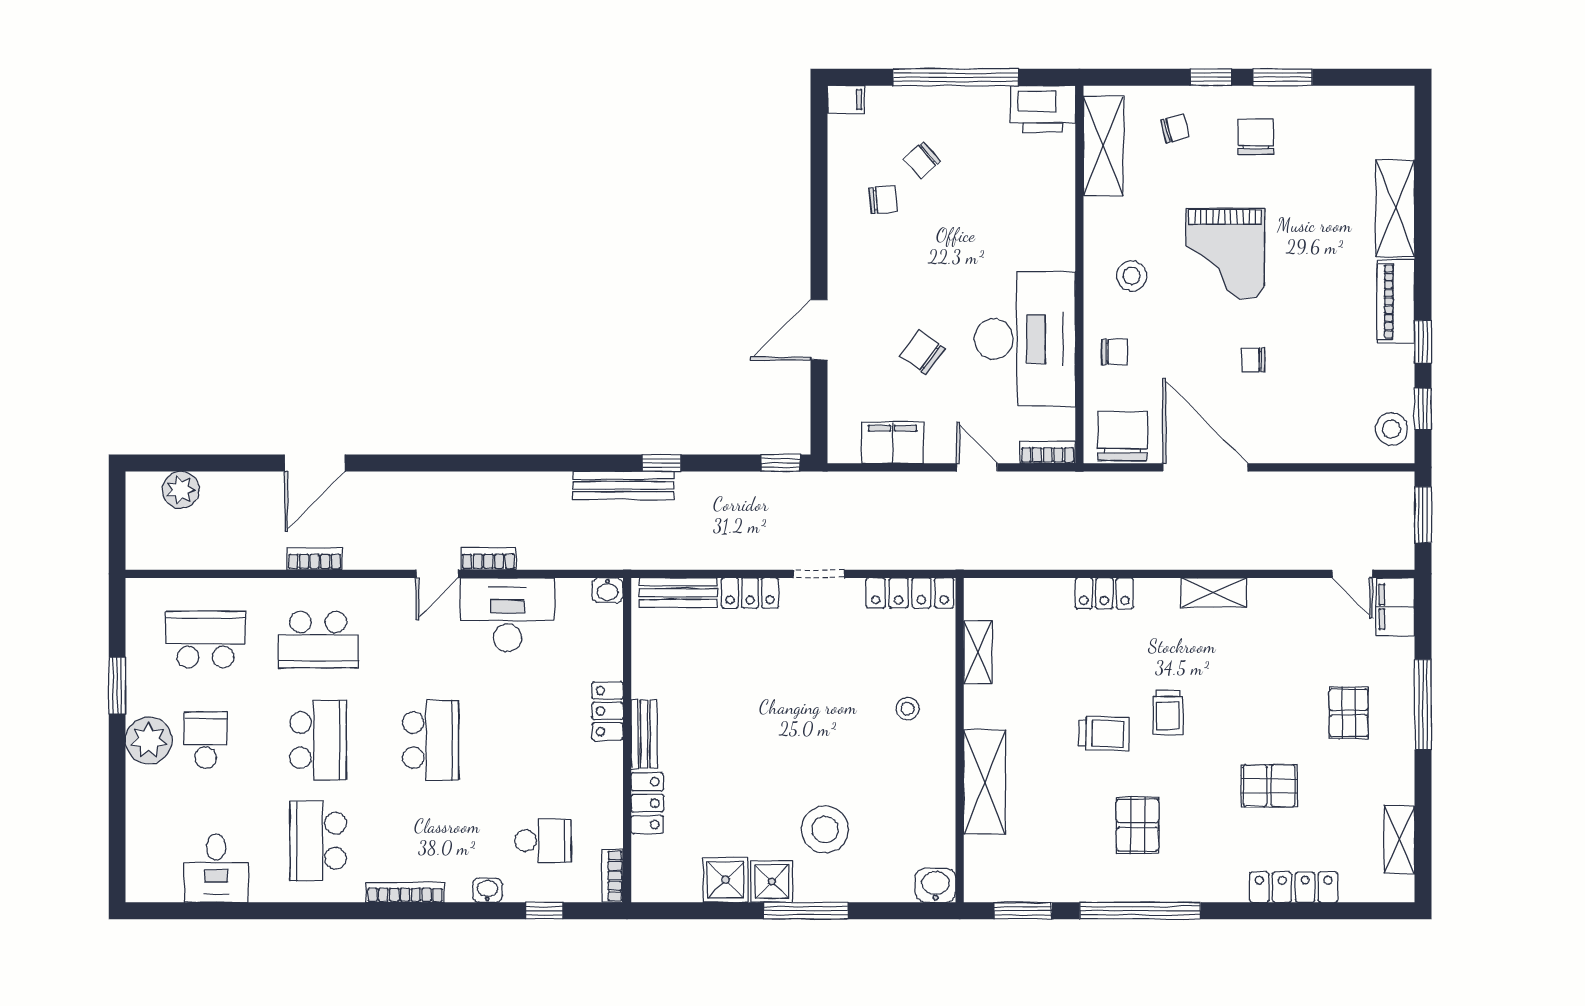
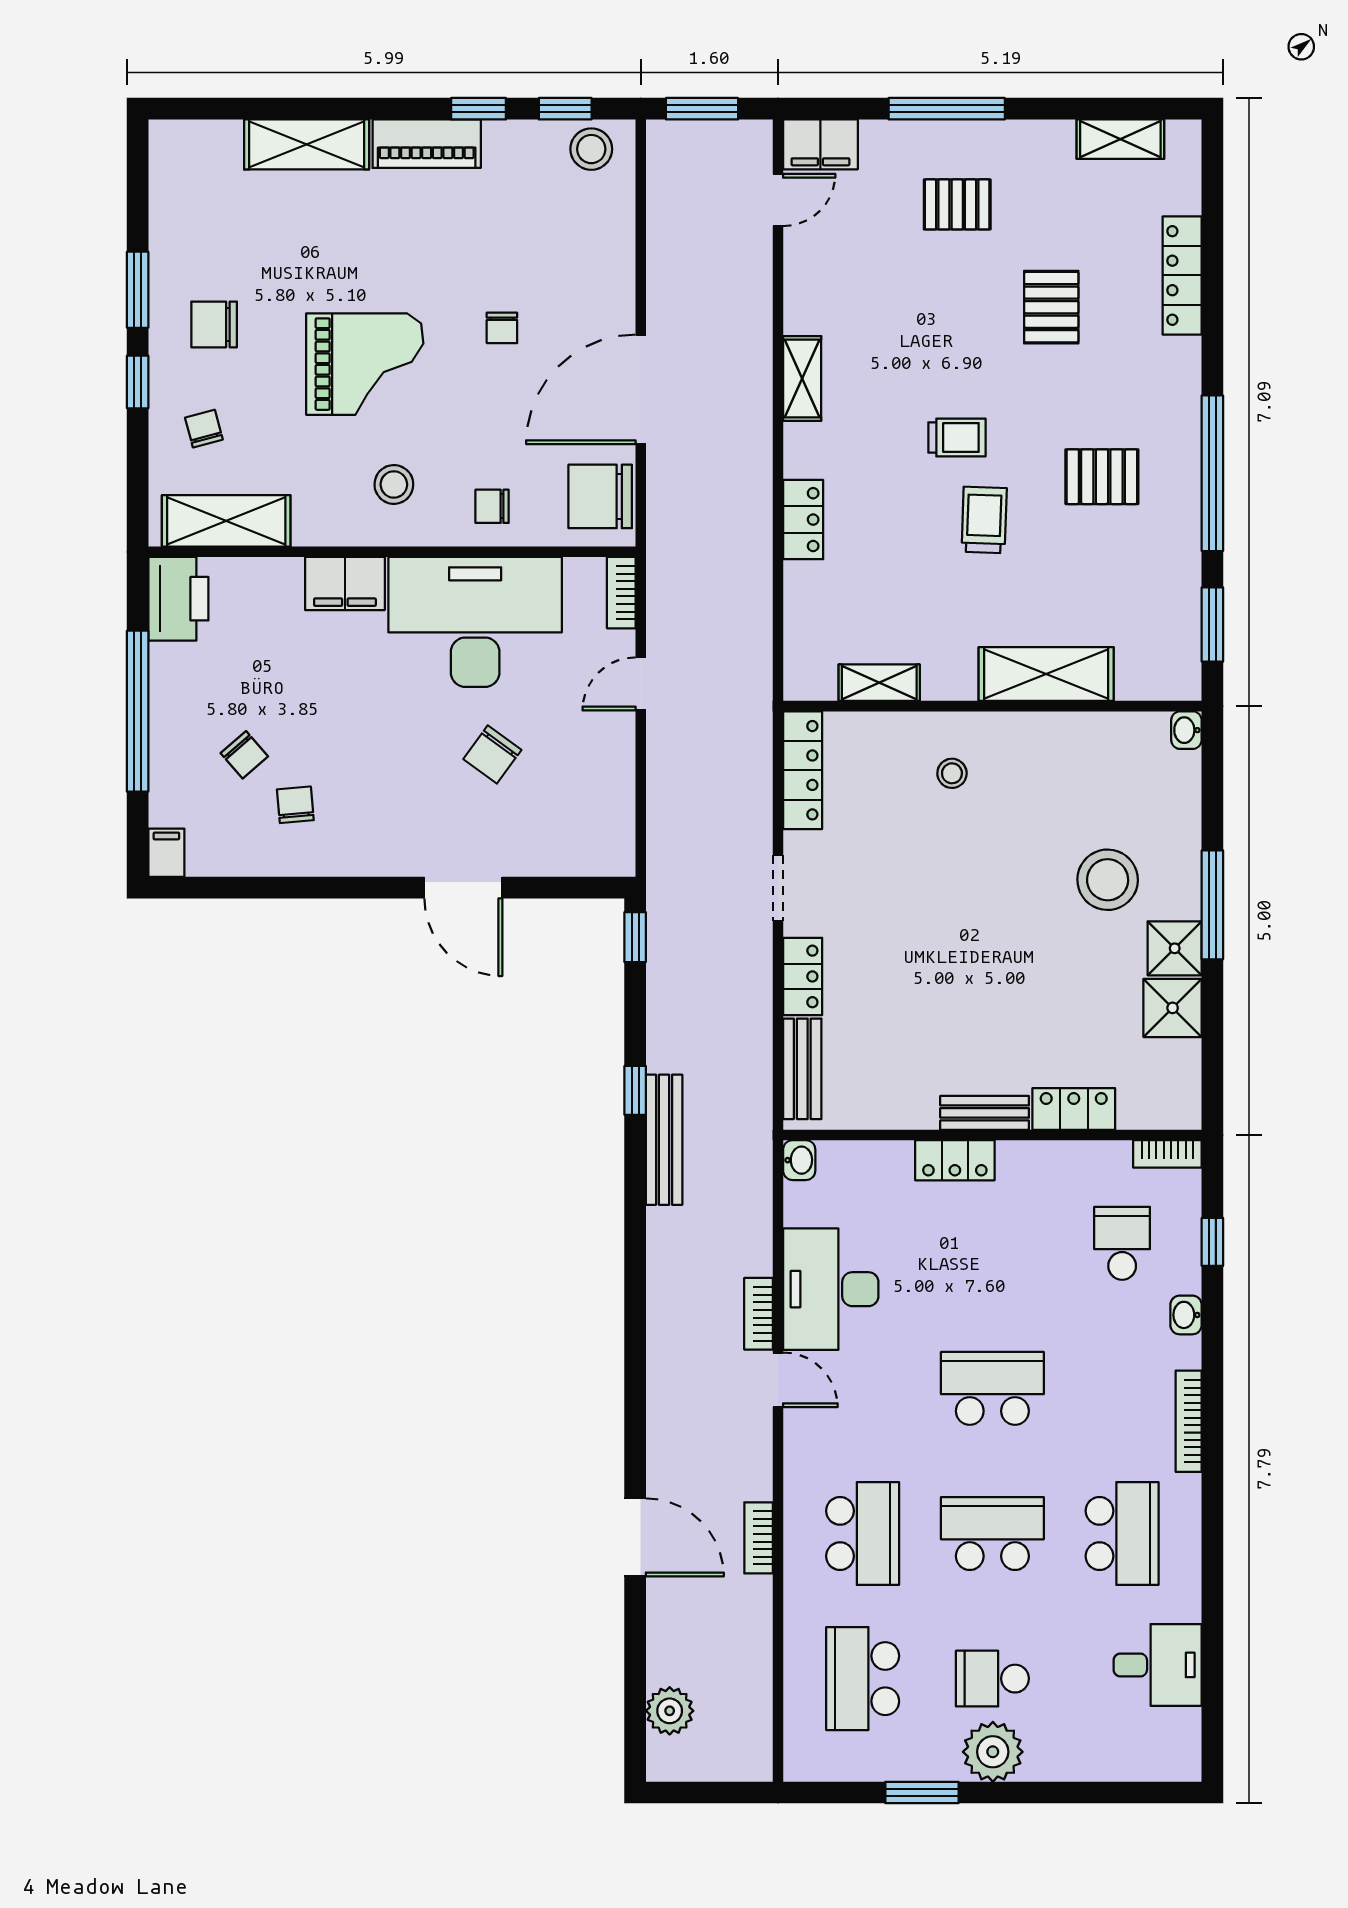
chair: (1115, 352) -> (492, 506), turned -90
filing cabinet: (893, 443) -> (345, 584), moved, turned -90
school desk: (318, 841) -> (1122, 1533), turned -90
washbasin: (935, 885) -> (1186, 730), width x0.72, depth x0.69

